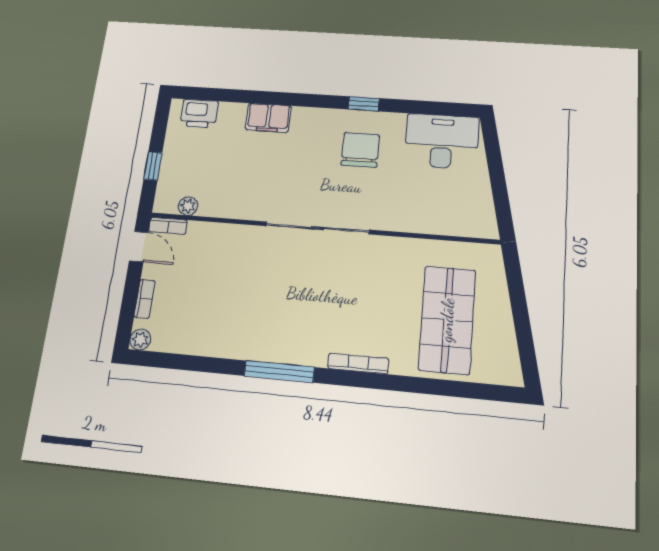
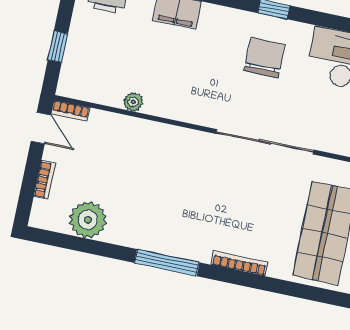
plant: (188, 206) -> (133, 102), moved
sliding door: (317, 228) -> (265, 142), moved
plant: (140, 340) -> (88, 220), moved, width x1.87, depth x1.87

